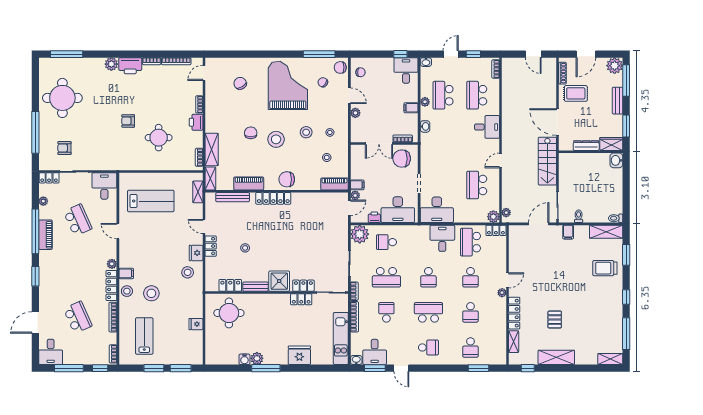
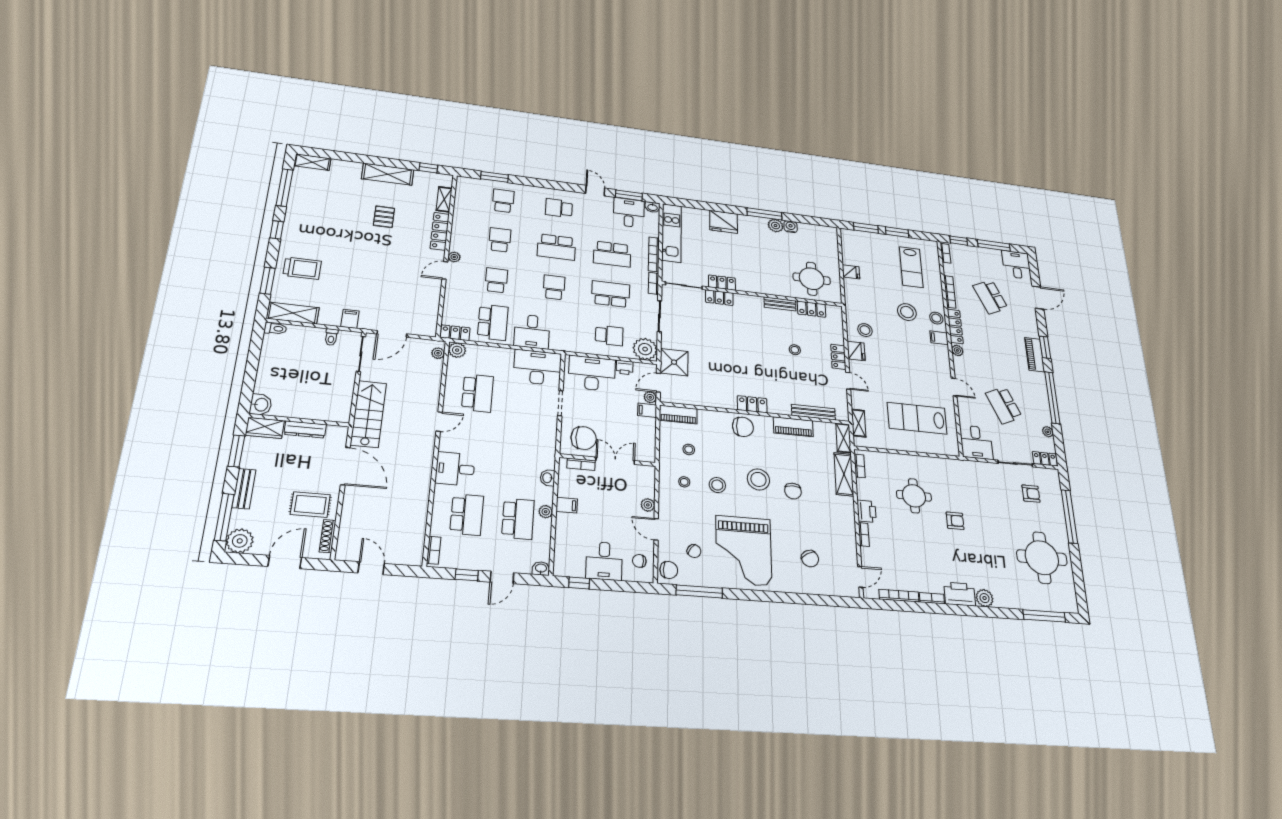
desk: (406, 70) -> (604, 561), moved
locker: (273, 198) -> (752, 404), width x0.66
piano: (45, 235) -> (1035, 355), moved
shower: (279, 281) -> (674, 362), moved
school desk: (386, 312) -> (612, 254), width x1.85

